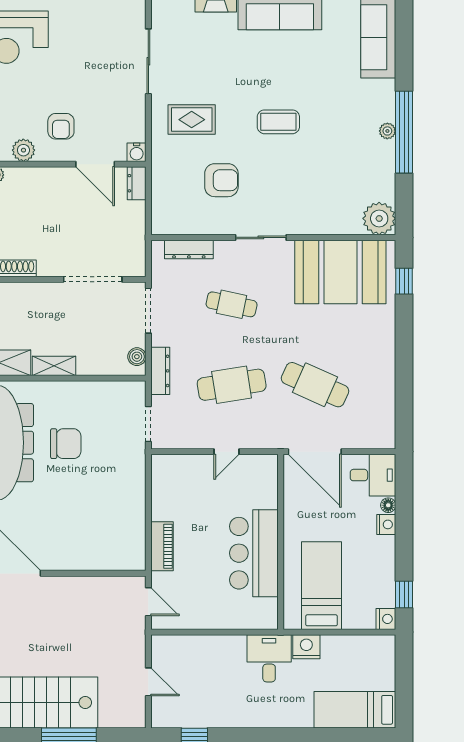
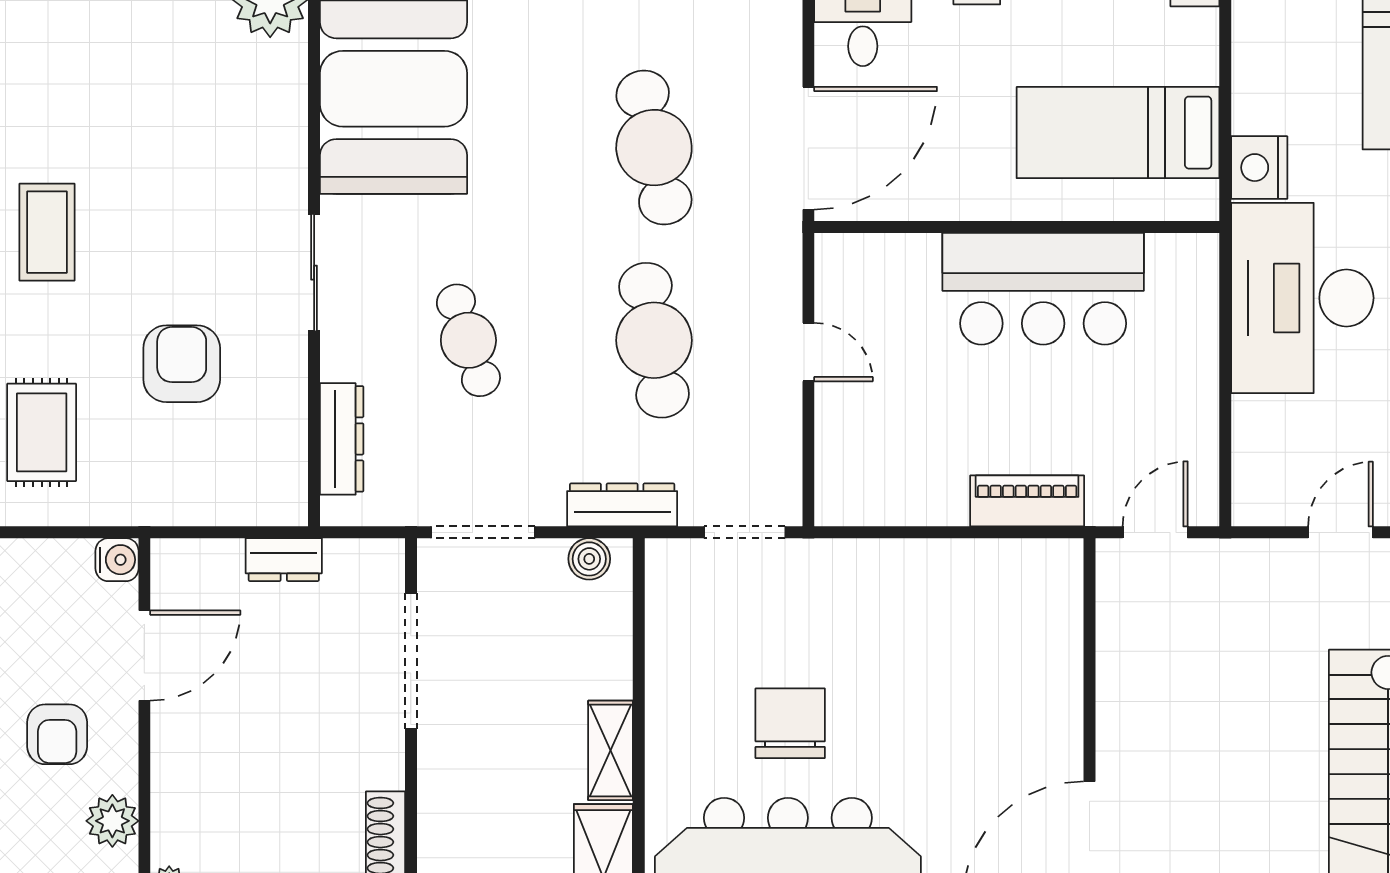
armchair: (61, 126) -> (57, 734), turned 90
dresser: (137, 183) -> (284, 560), moved
cafe table: (232, 304) -> (468, 340), turned -30
cafe table: (315, 385) -> (654, 148), turned -36
desk: (269, 658) -> (1302, 298), width x1.87, depth x1.30

